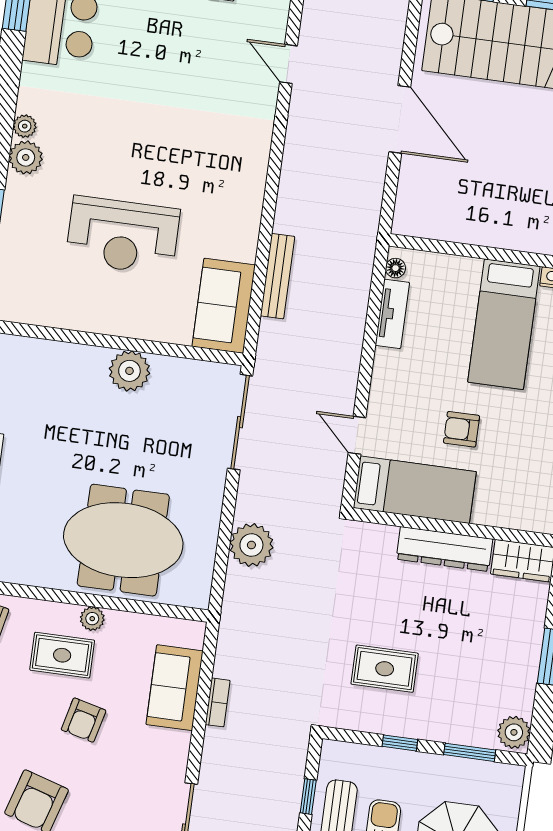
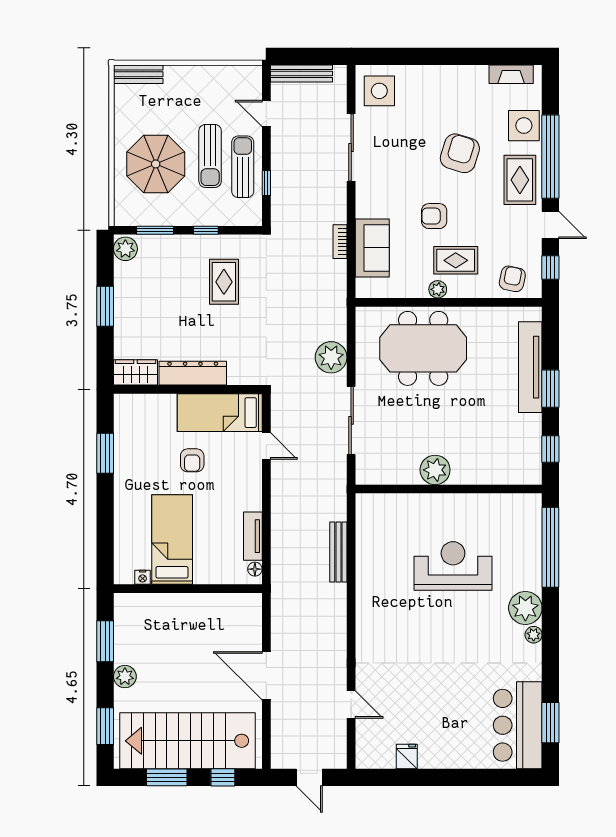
plant: (26, 157) -> (525, 608), width x1.36, depth x1.36
sofa: (224, 306) -> (374, 526), removed
sliding door: (240, 422) -> (351, 420), moved
armchair: (462, 429) -> (192, 460), turned 90
rug: (385, 669) -> (224, 282), turned 90
armchair: (84, 720) -> (434, 216), turned -104

